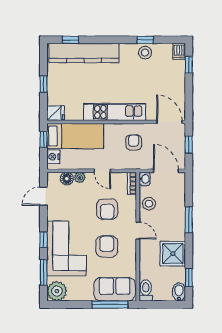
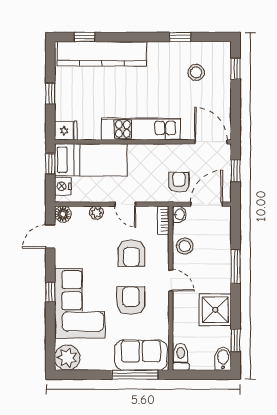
dishwasher: (179, 51) -> (223, 52), removed
stool: (145, 53) -> (196, 72), moved
armchair: (134, 143) -> (179, 182), moved
door: (166, 171) -> (206, 204), hinge flipped
floor lamp: (67, 179) -> (63, 214), moved
window: (44, 272) -> (50, 334), removed

